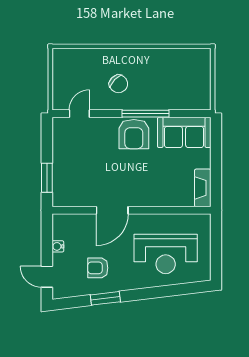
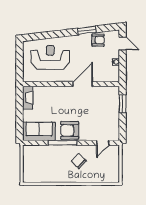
armchair: (134, 134) -> (70, 130), turned -90
armchair: (98, 268) -> (98, 40), moved

